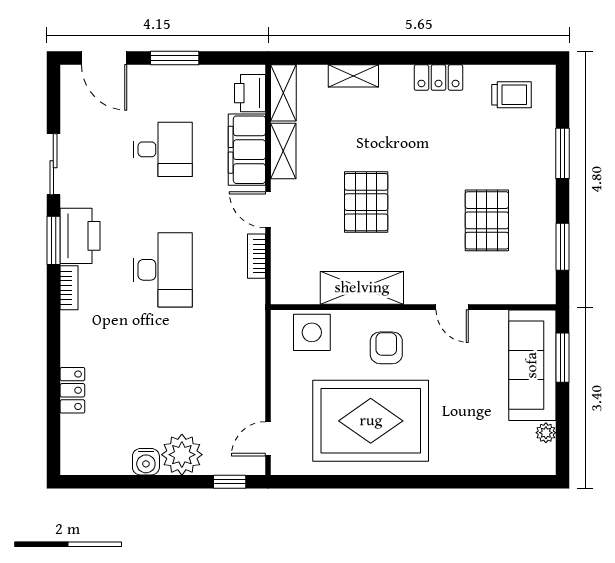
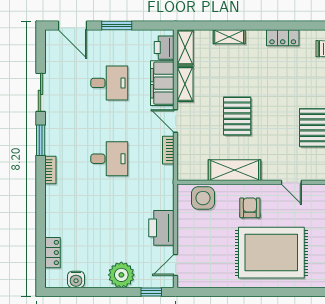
printer: (80, 236) -> (161, 228), moved, turned 180
desk: (163, 270) -> (109, 159), width x0.73
locker: (72, 390) -> (52, 253), moved
rug: (371, 421) -> (271, 253), moved
water cooler: (146, 462) -> (76, 279), moved

